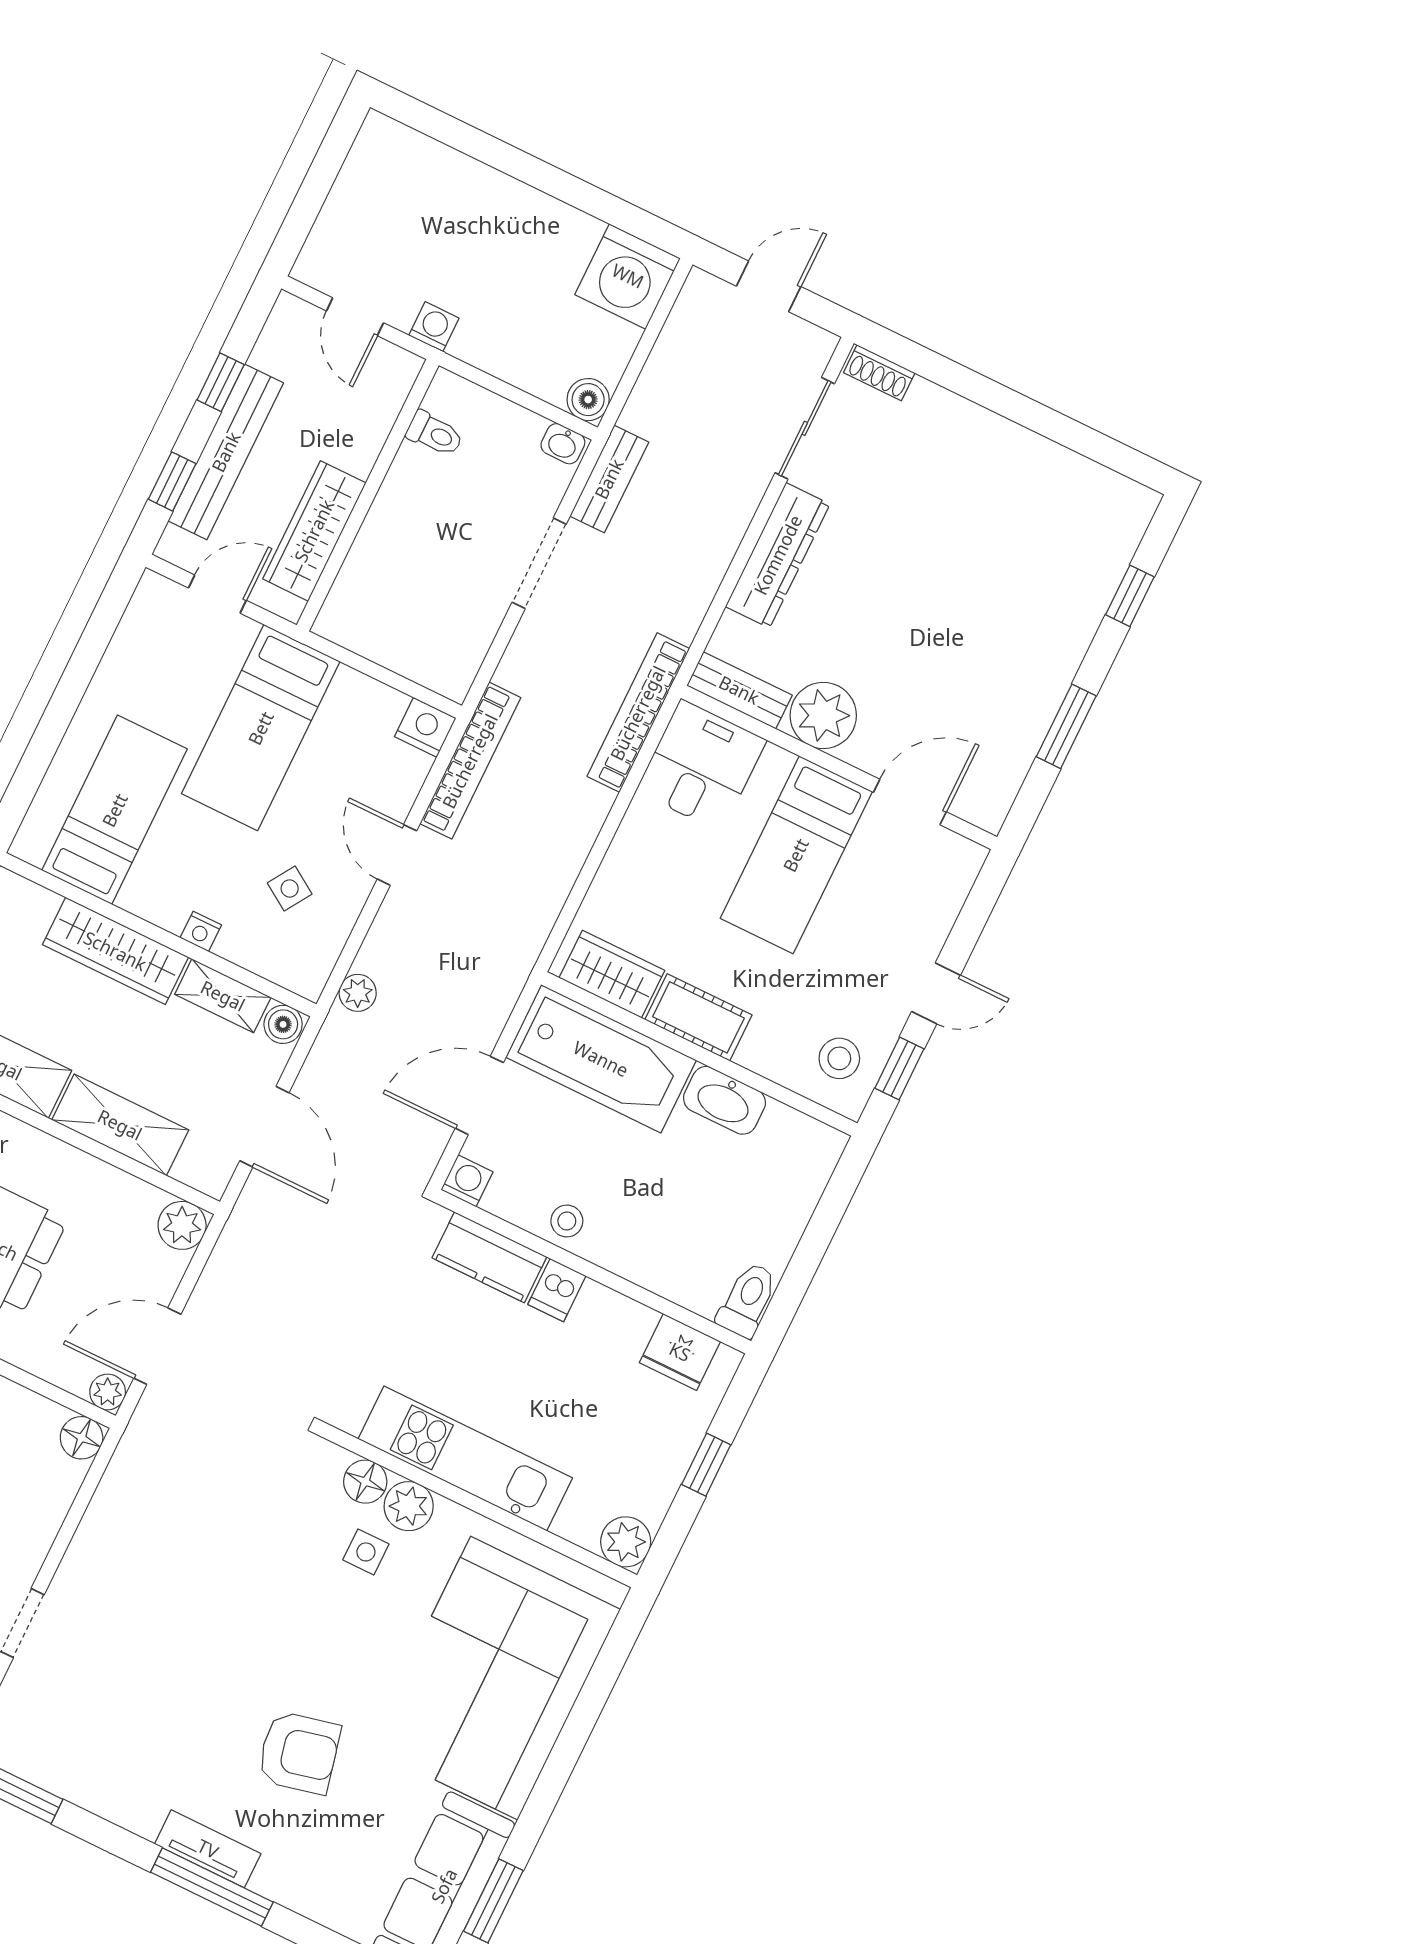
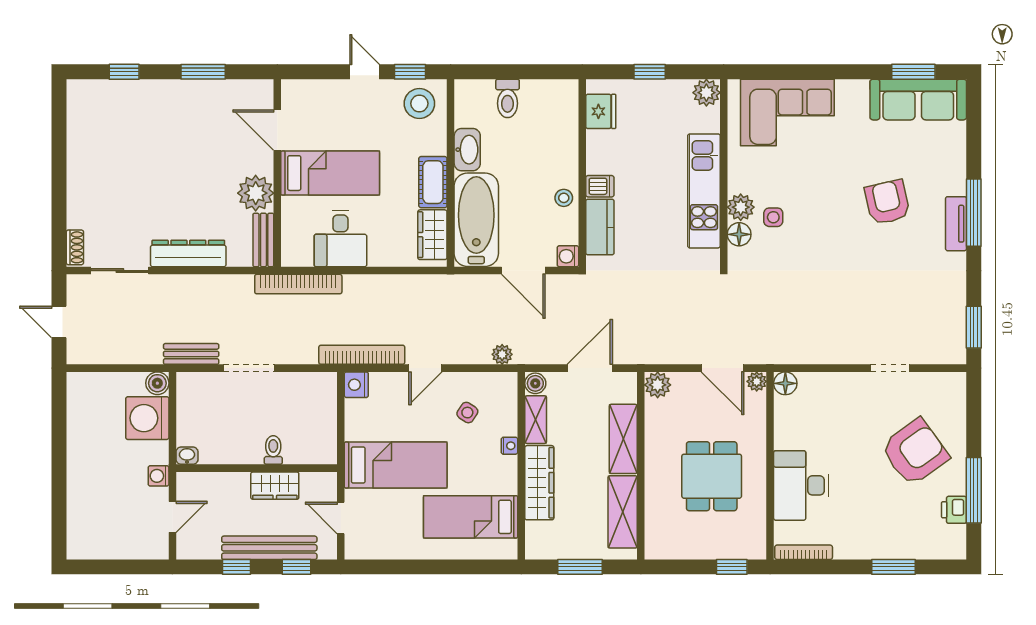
washing machine: (628, 276) -> (147, 418), moved, turned 180
toilet: (435, 434) -> (273, 450), moved
washbasin: (563, 444) -> (187, 456), moved, turned -90
wardrobe: (314, 531) -> (275, 486), width x0.67
desk: (701, 766) -> (340, 239), moved, turned -90
stool: (839, 1058) -> (419, 103), width x1.38, depth x1.38
toilet: (747, 1300) -> (508, 98), moved, turned -90
corner sofa: (494, 1678) -> (787, 112), width x0.73, depth x0.74

